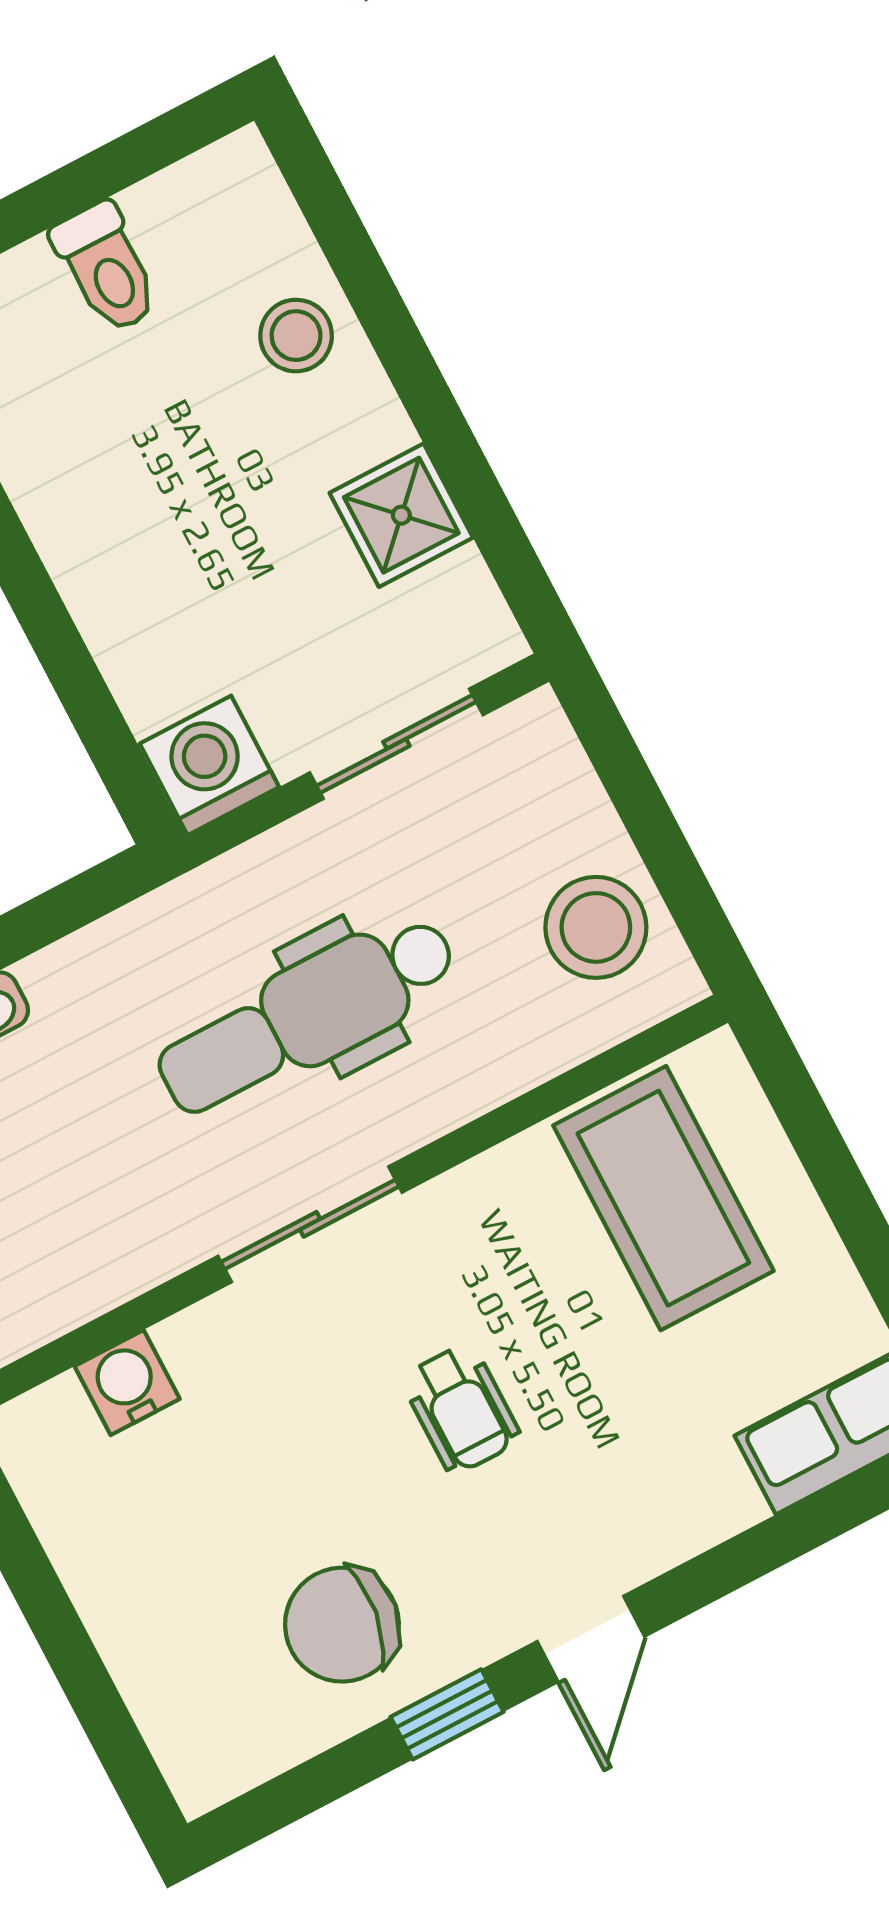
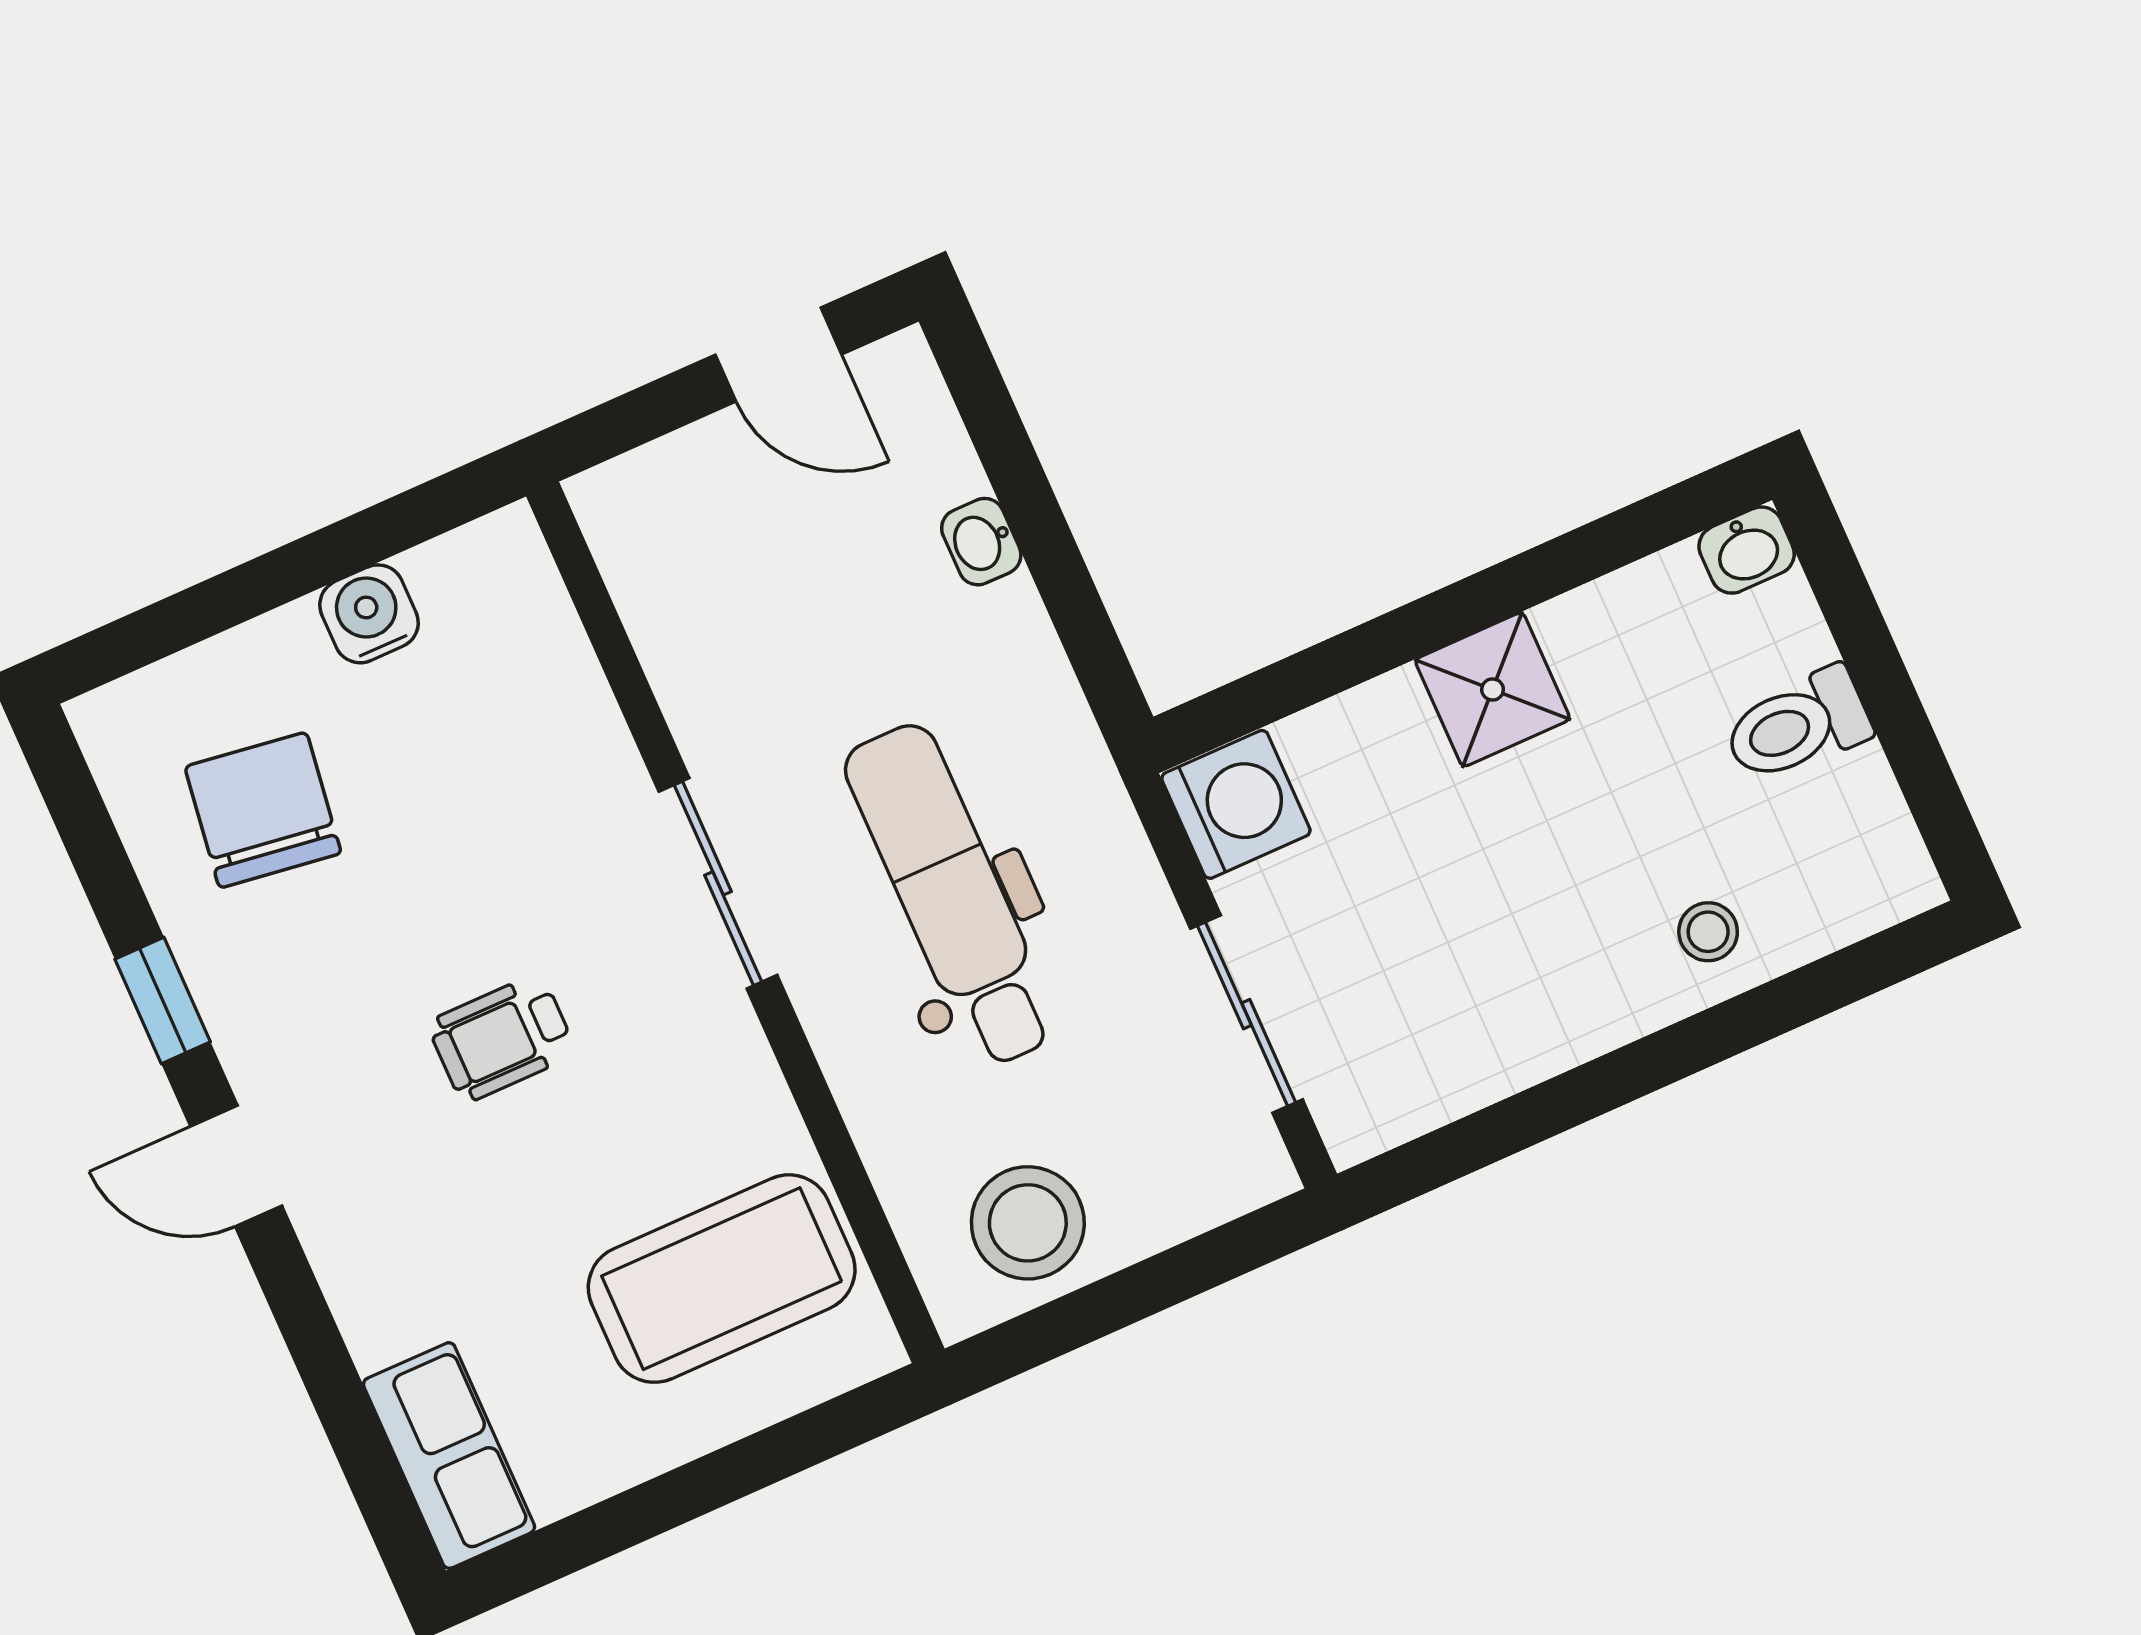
stool: (296, 336) -> (1708, 932), width x0.73, depth x0.73
shower: (401, 515) -> (1493, 689), moved
water cooler: (127, 1382) -> (369, 614), moved, turned -90
chair: (342, 1625) -> (263, 810), moved

